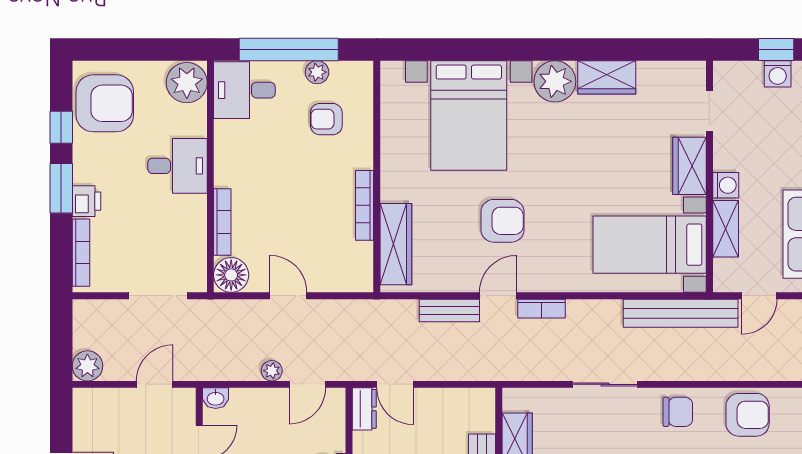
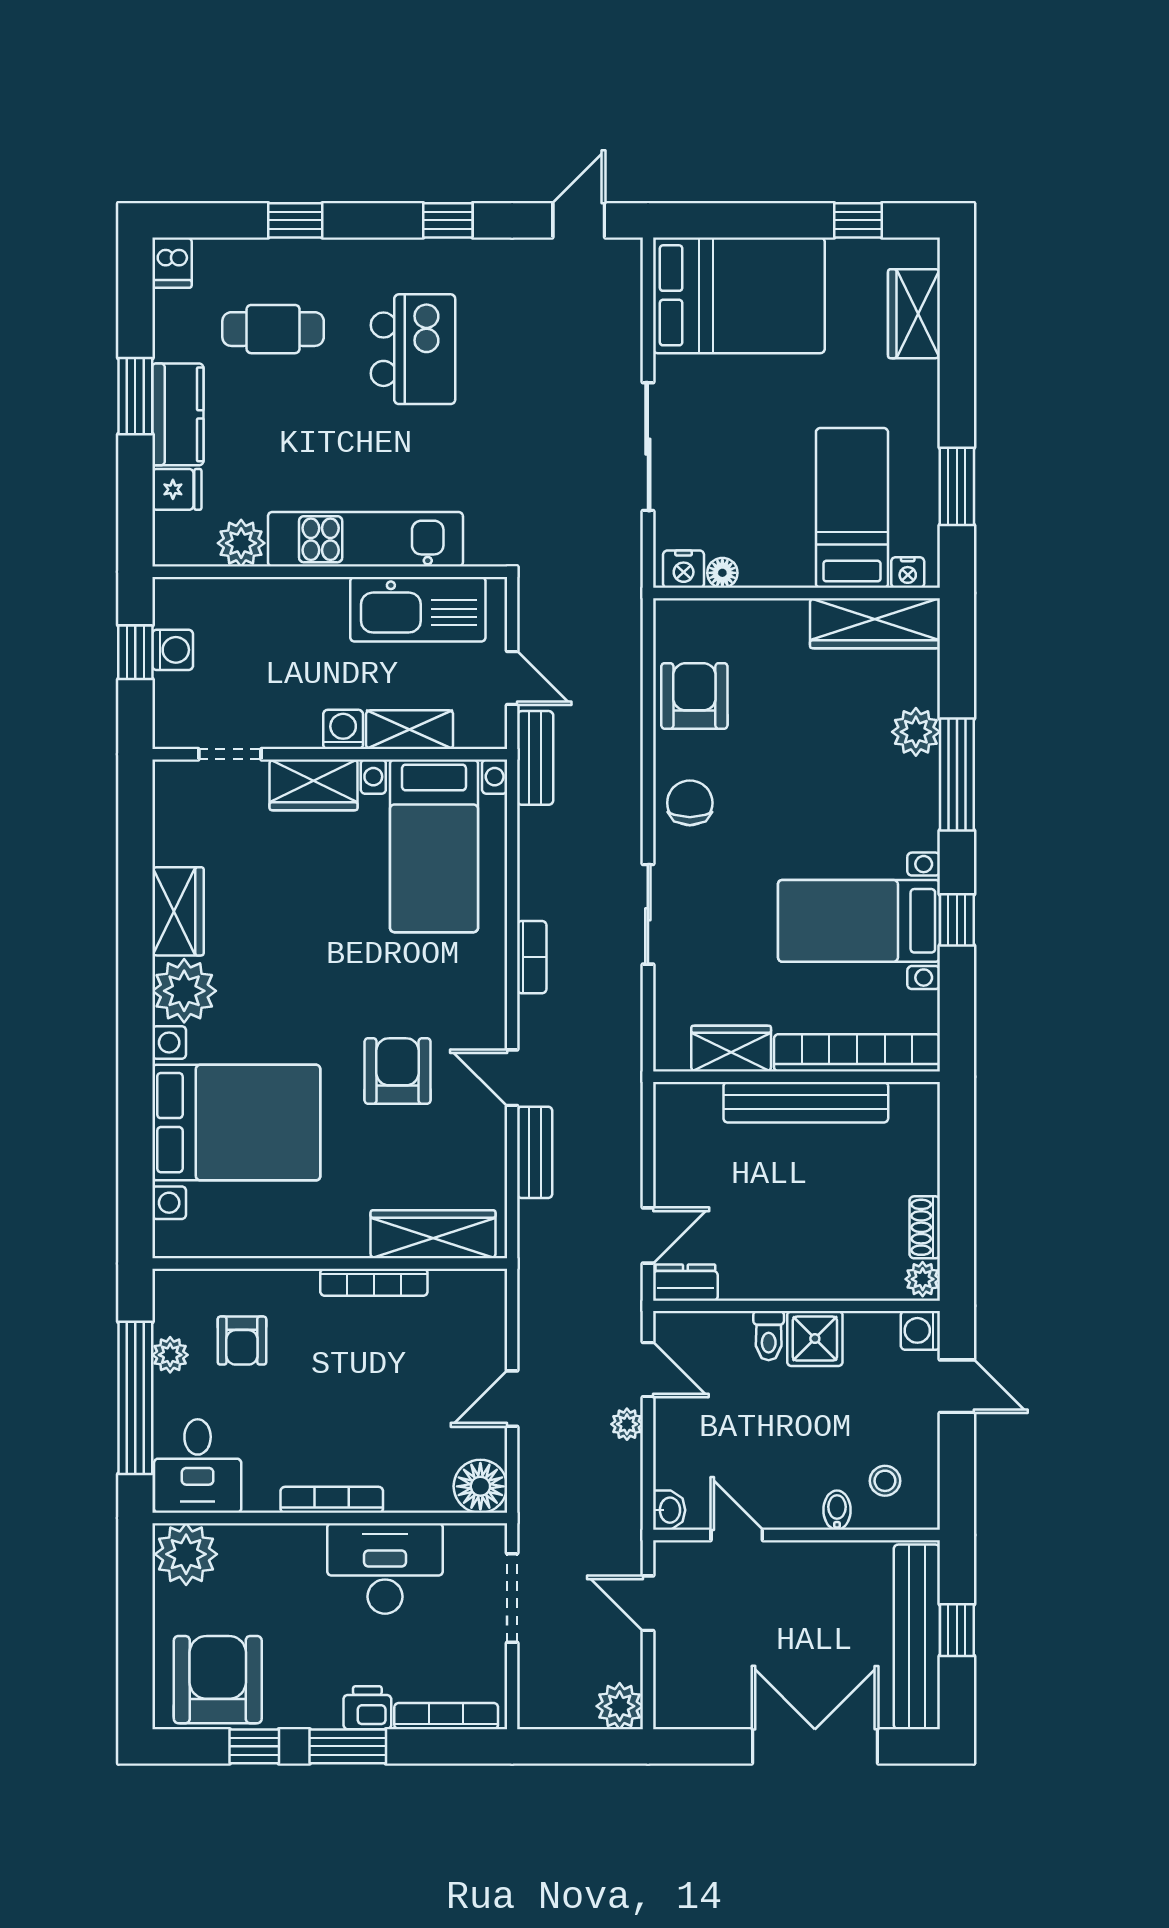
desk: (177, 166) -> (385, 1568), moved, width x1.37
bookcase: (222, 222) -> (332, 1500), moved
bookcase: (542, 309) -> (532, 957), moved
bench: (681, 313) -> (535, 758), width x0.54, depth x0.82

